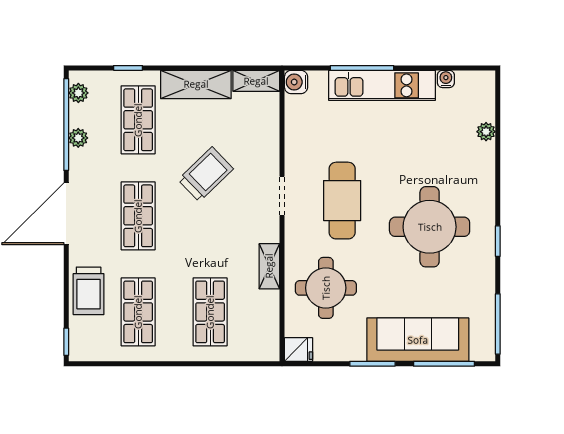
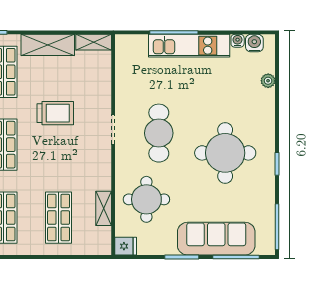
water cooler: (296, 82) -> (254, 43), moved, turned 90
trolley: (206, 174) -> (55, 113), turned 44
shelving: (269, 266) -> (104, 208), moved

